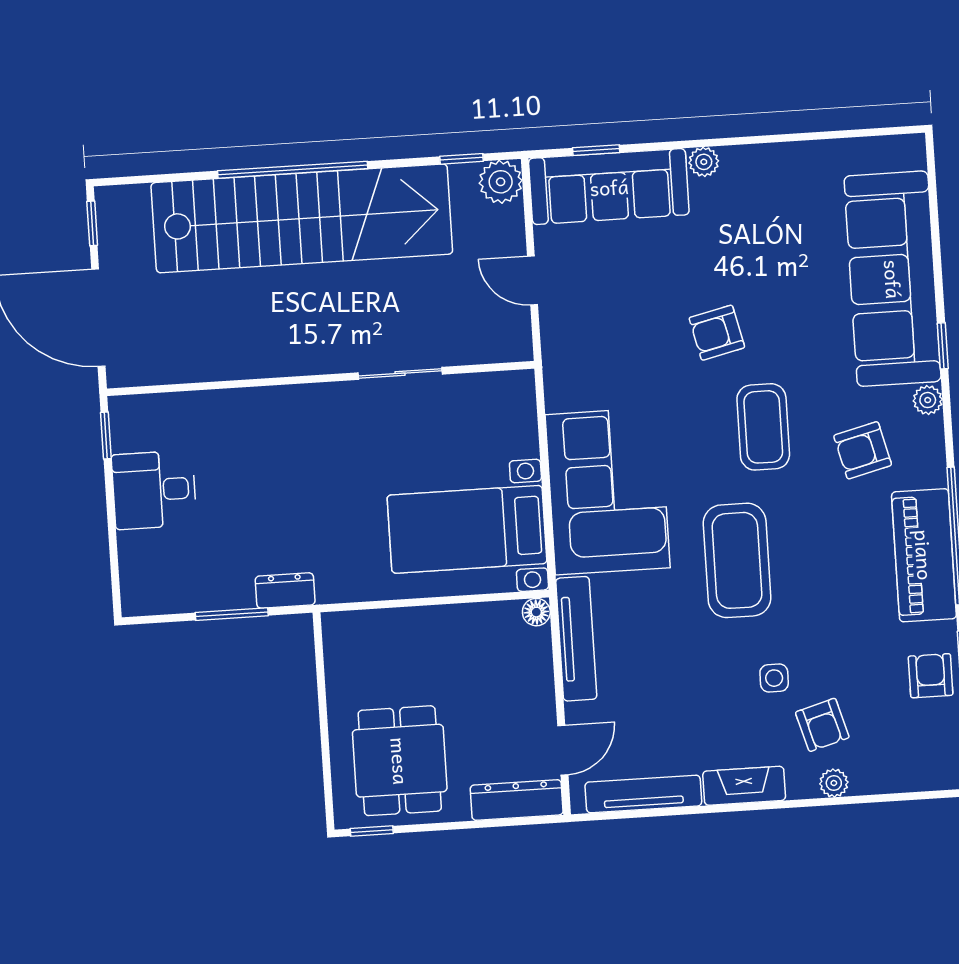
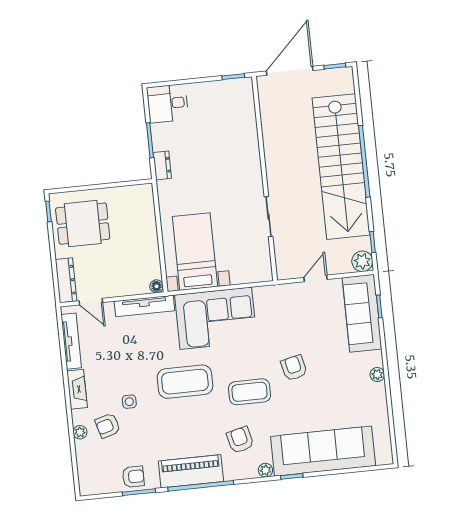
plant: (704, 162) -> (377, 375), moved
desk: (154, 490) -> (168, 103), moved, turned -90

